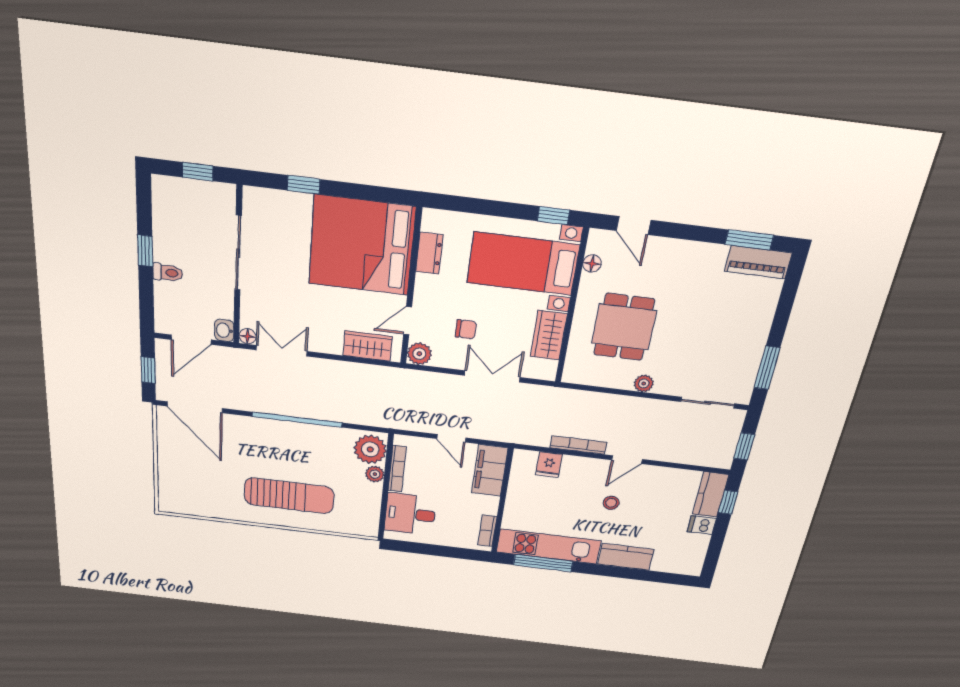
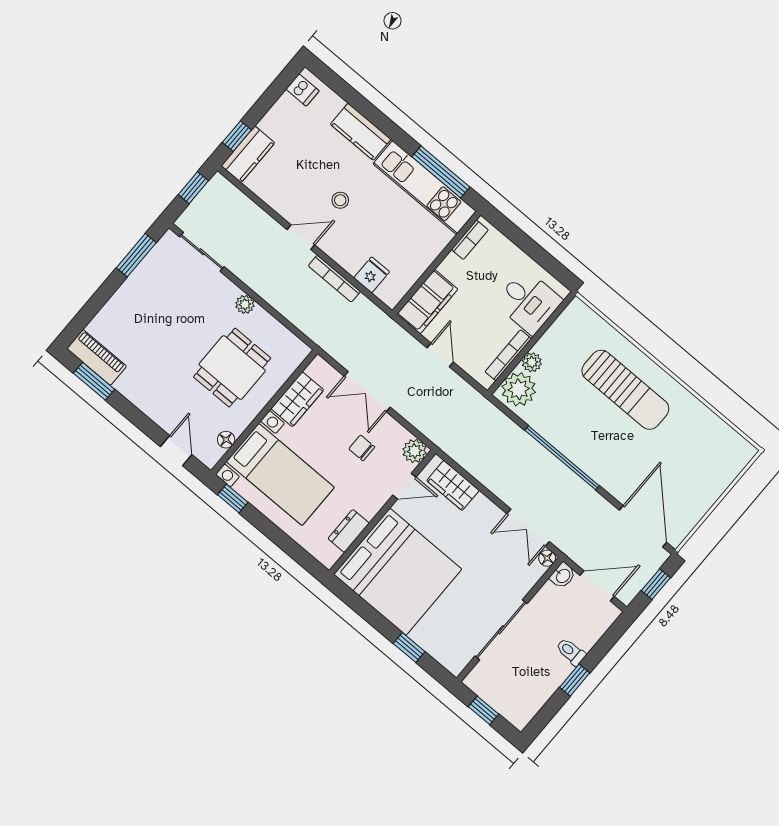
sun lounger: (289, 496) -> (625, 390), turned 180
dishwasher: (702, 525) -> (303, 90), moved

